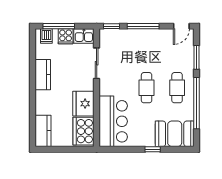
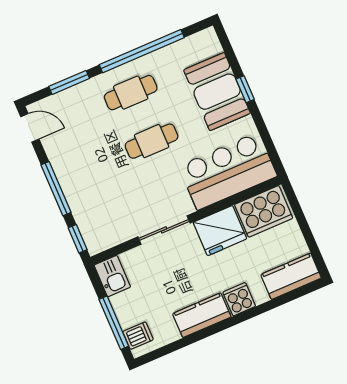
cooker: (66, 36) -> (239, 299), moved, turned -90
sliding door: (97, 63) -> (164, 230), moved
booth: (175, 134) -> (217, 92), moved

